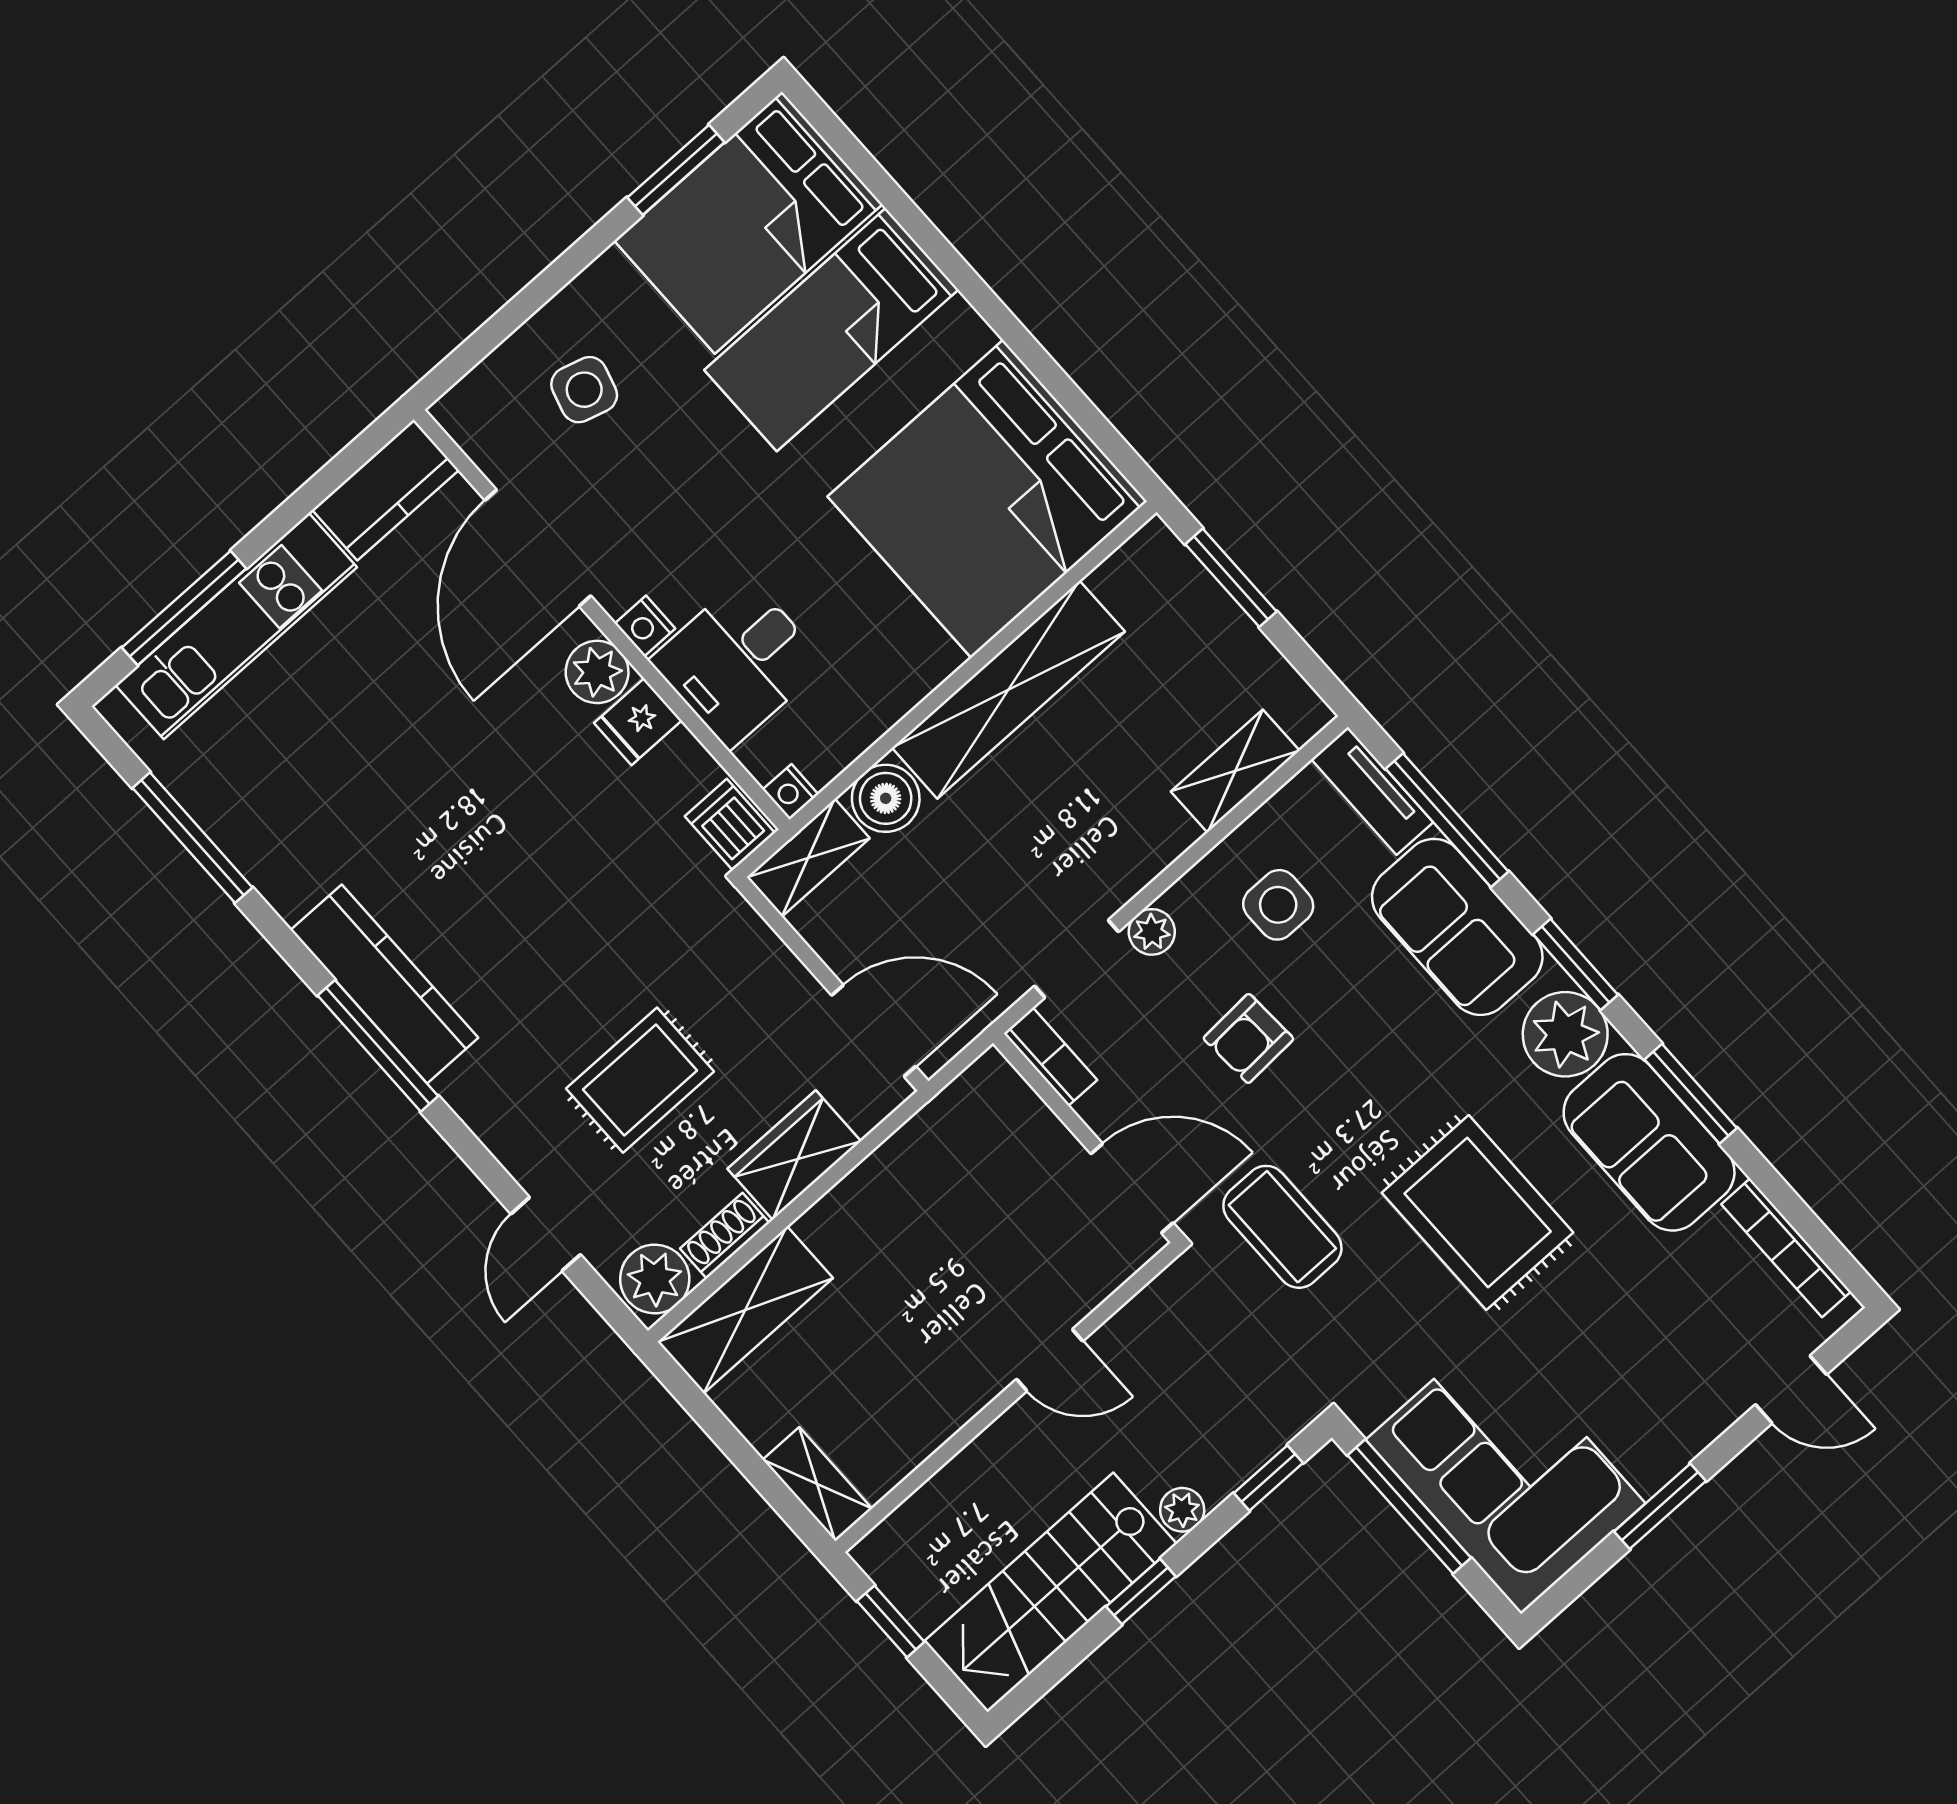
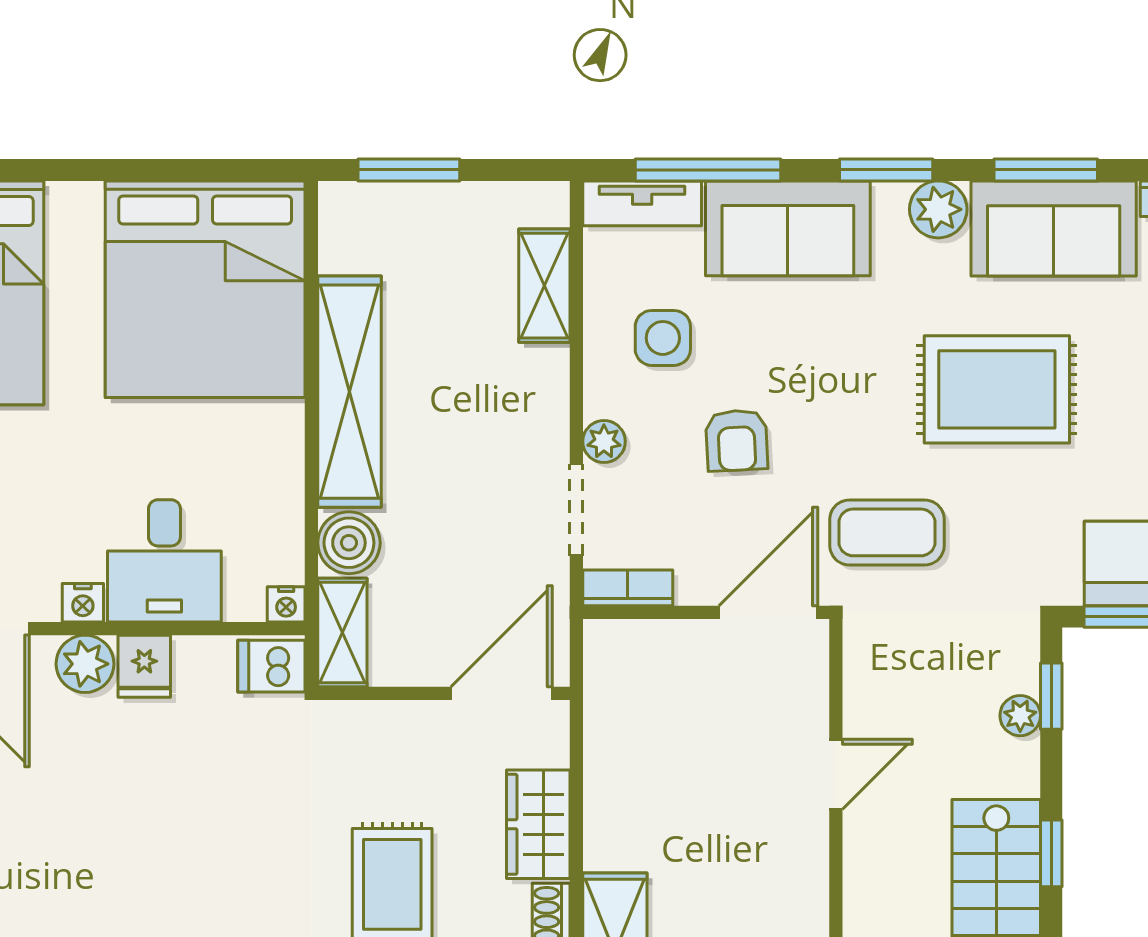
plant: (1565, 1034) -> (938, 209), width x0.73, depth x0.73
plant: (1182, 1510) -> (1020, 716), moved

